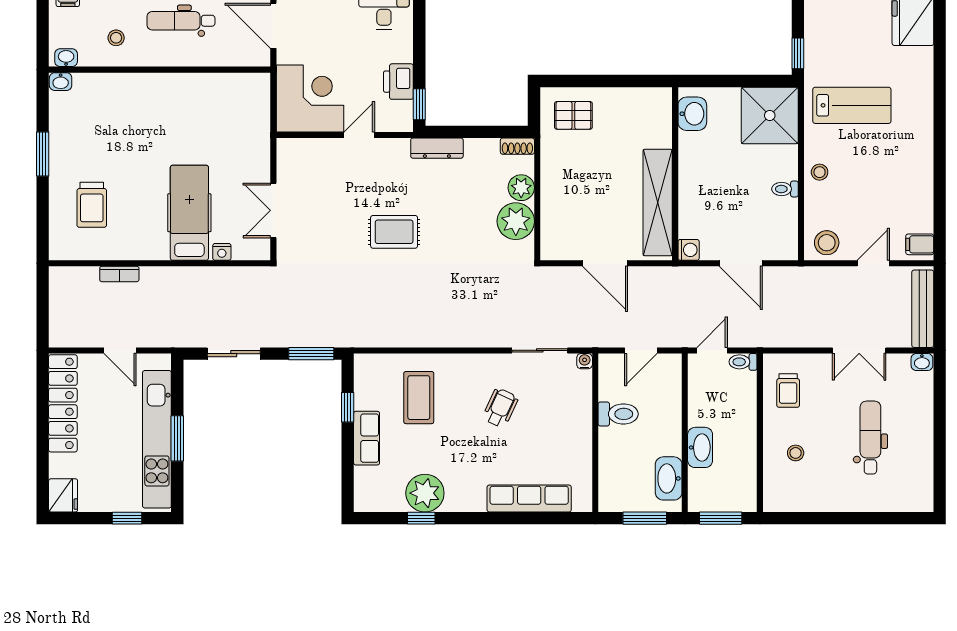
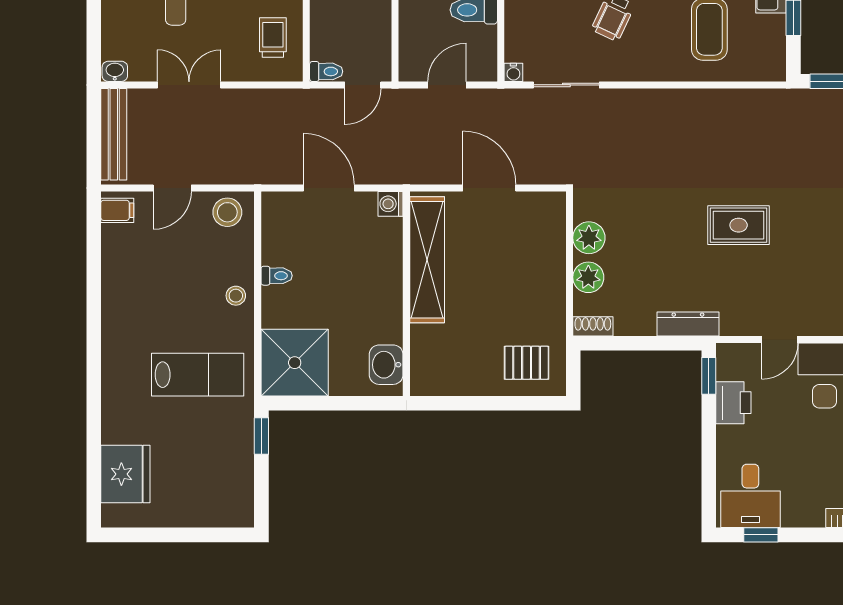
lab bench: (852, 105) -> (198, 375), turned 180
plant: (516, 221) -> (589, 238), width x0.73, depth x0.73

